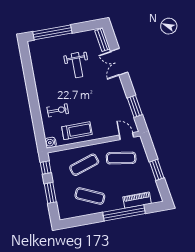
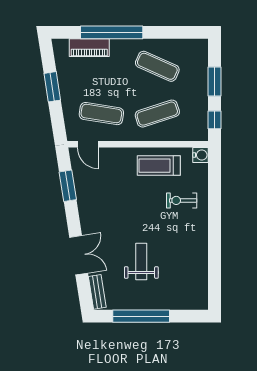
window: (52, 32) -> (141, 316), moved

